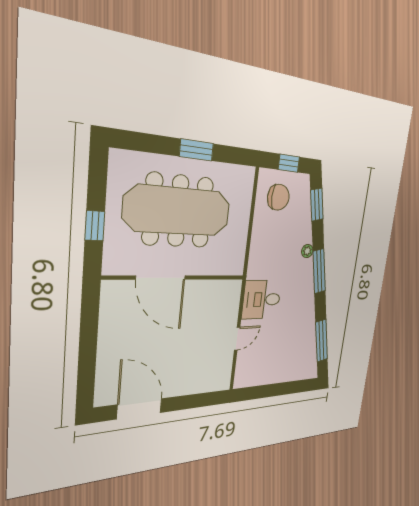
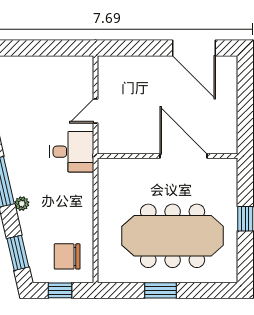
door: (161, 278) -> (184, 156), moved
wall: (177, 278) -> (168, 156), moved

